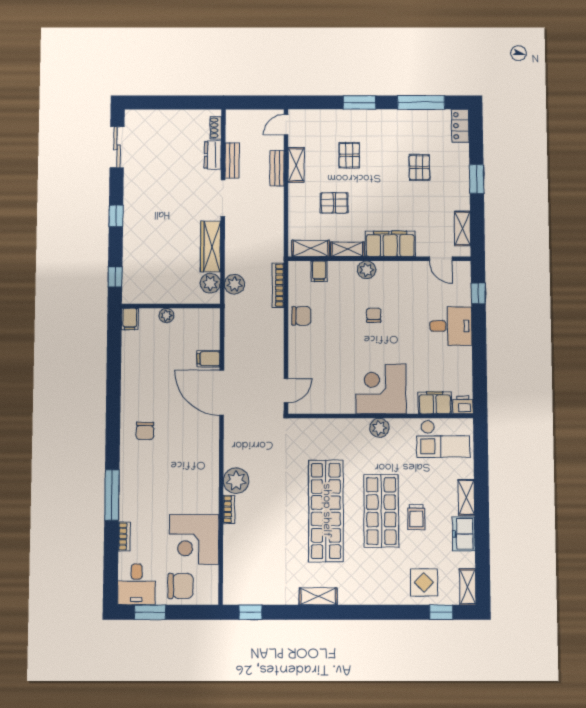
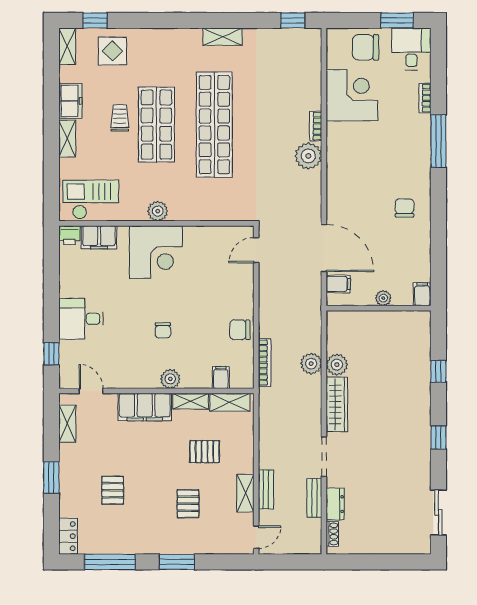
wall: (171, 306) -> (379, 308), moved
plant: (166, 315) -> (383, 298), moved
filing cabinet: (130, 319) -> (422, 294), moved

